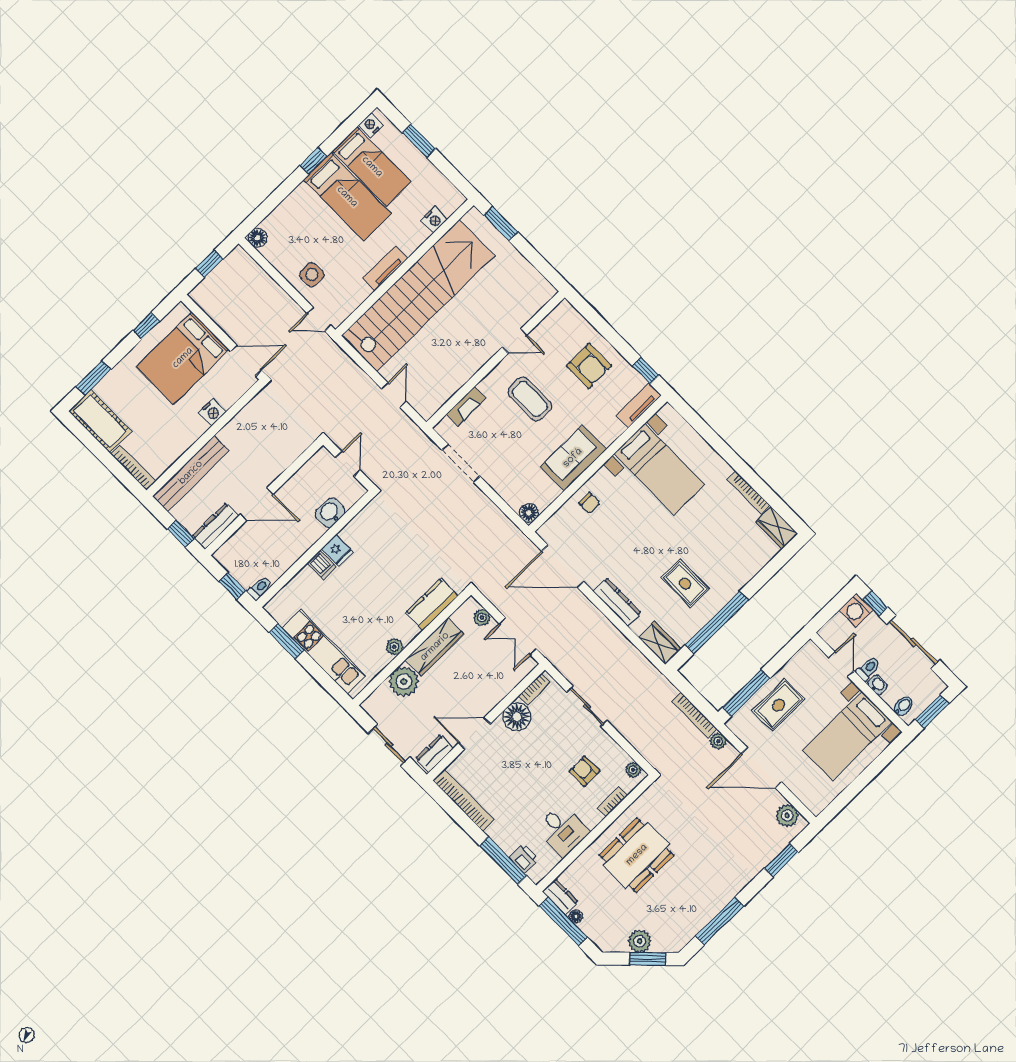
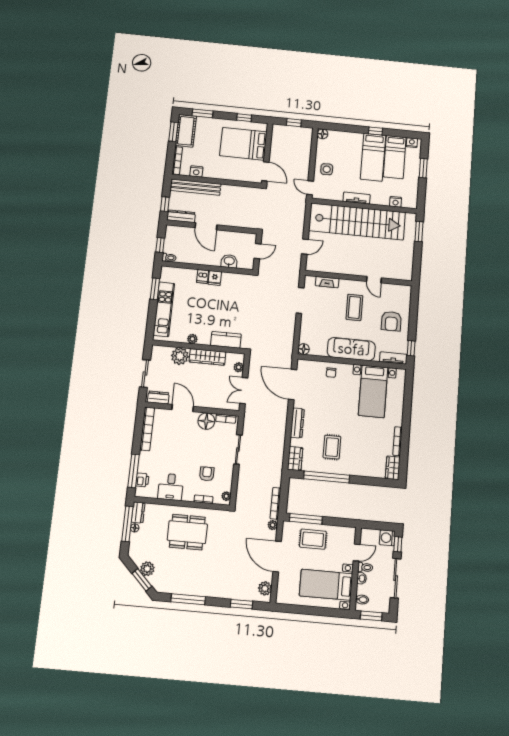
nightstand: (212, 412) -> (196, 171), moved
window: (88, 439) -> (173, 132), added
sofa: (573, 458) -> (351, 349), width x1.36

